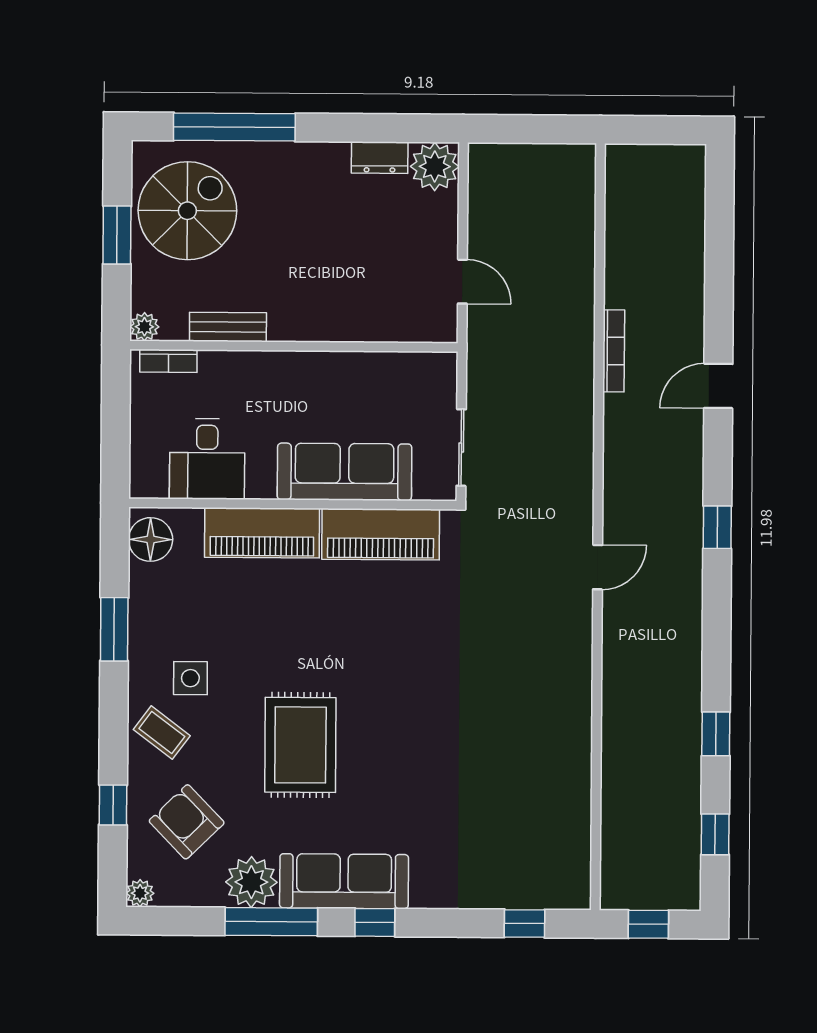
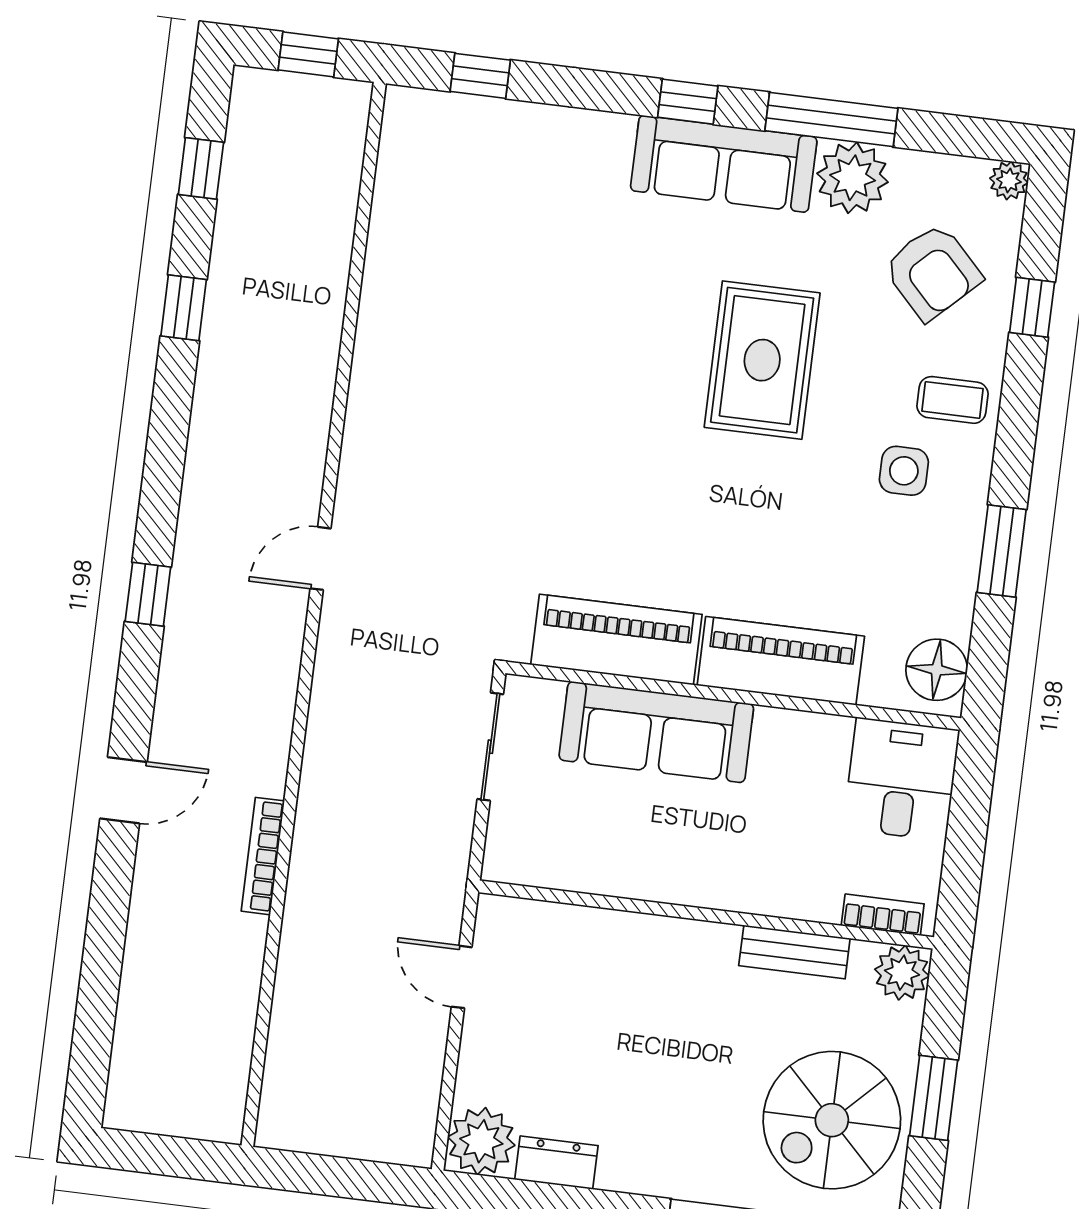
plant: (144, 327) -> (902, 973), width x1.38, depth x1.38
desk: (207, 459) -> (901, 779), moved
coffee table: (162, 733) -> (952, 400), turned -37

